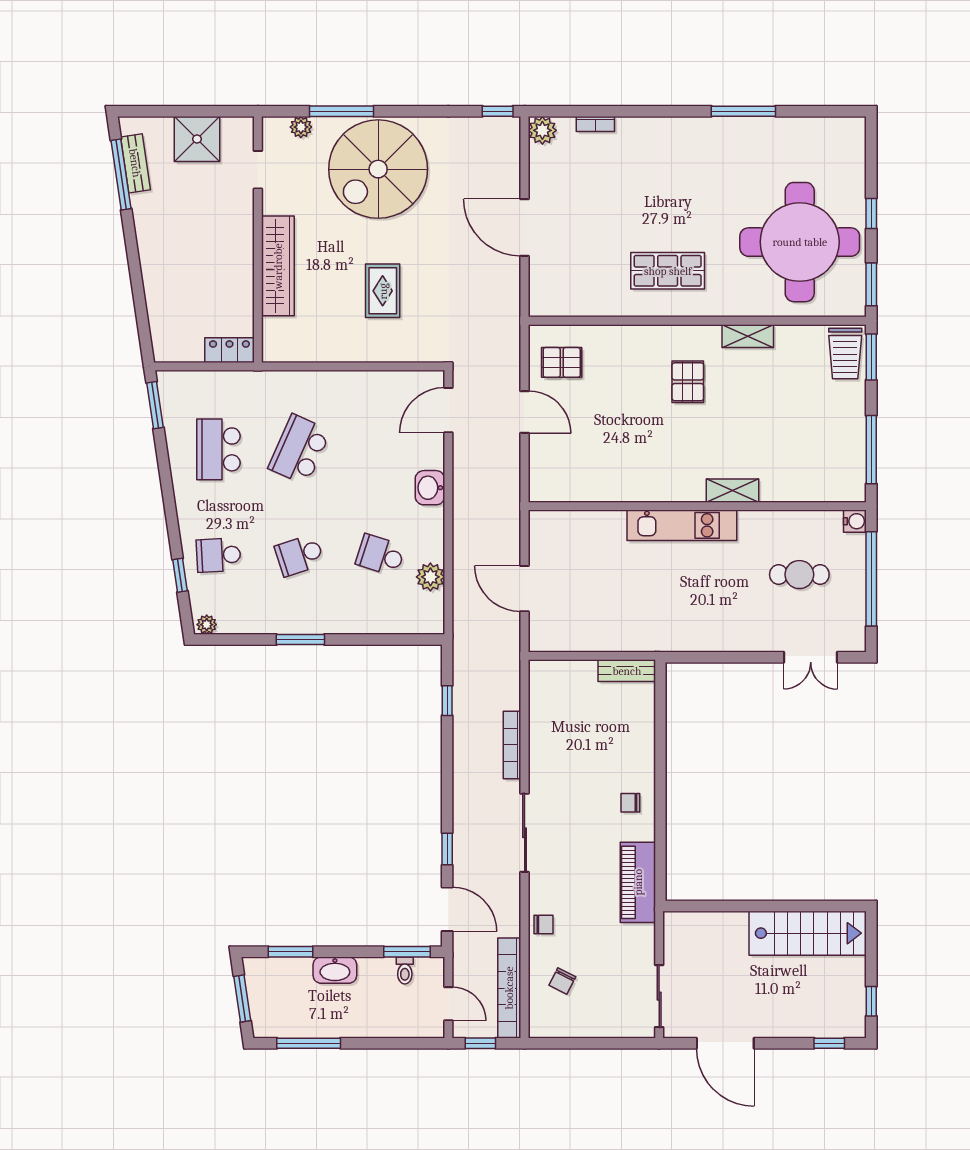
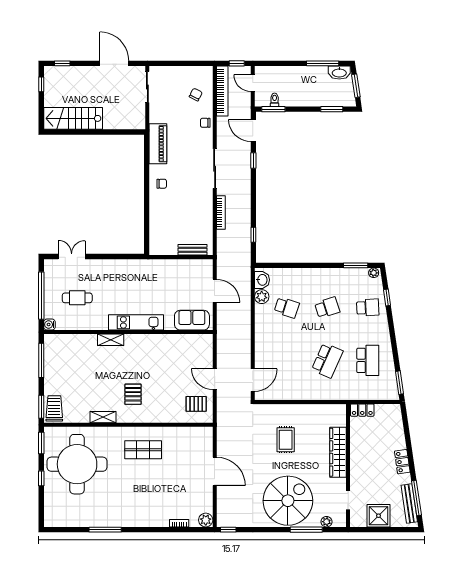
bench: (135, 163) -> (409, 503), width x1.36
locker: (149, 247) -> (402, 462), added
washbasin: (430, 488) -> (262, 280), moved
sofa: (570, 530) -> (192, 320), added
window: (300, 639) -> (356, 265), moved
bench: (627, 671) -> (193, 250), moved
washbasin: (335, 970) -> (339, 73), moved, turned 180

